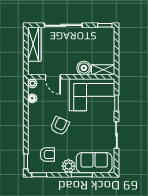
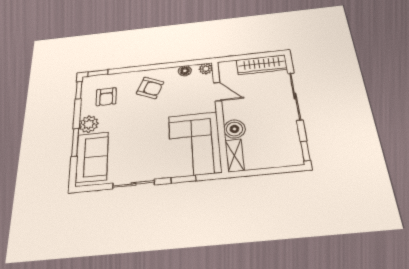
door: (53, 77) -> (217, 92), swing flipped
armchair: (60, 126) -> (150, 88), moved

